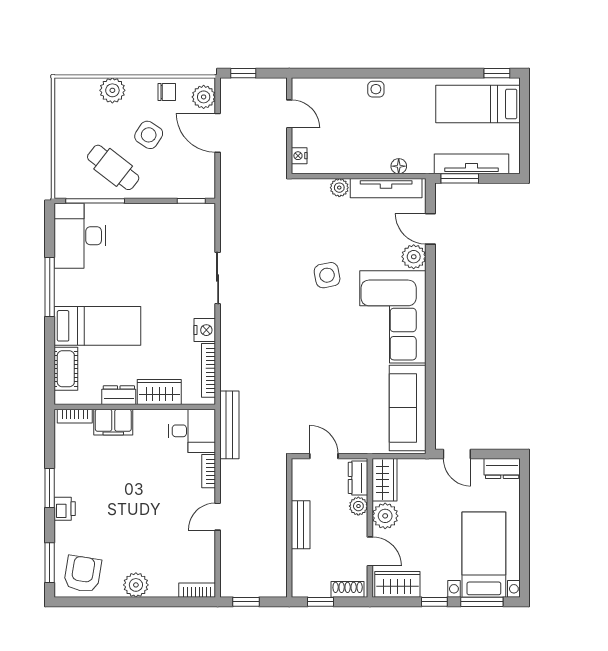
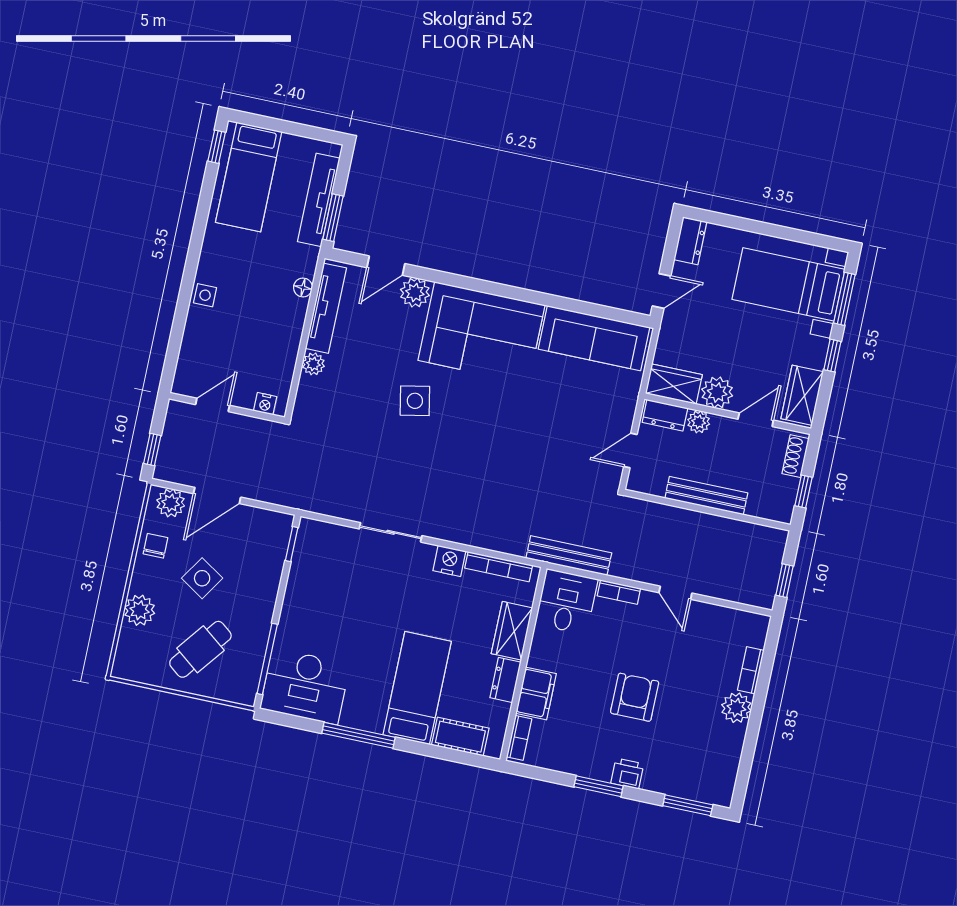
cafe table: (113, 167) -> (200, 649), moved
bench: (301, 525) -> (706, 496), width x1.36
armchair: (83, 574) -> (635, 697), moved, turned 81
bookcase: (197, 590) -> (751, 670), moved

